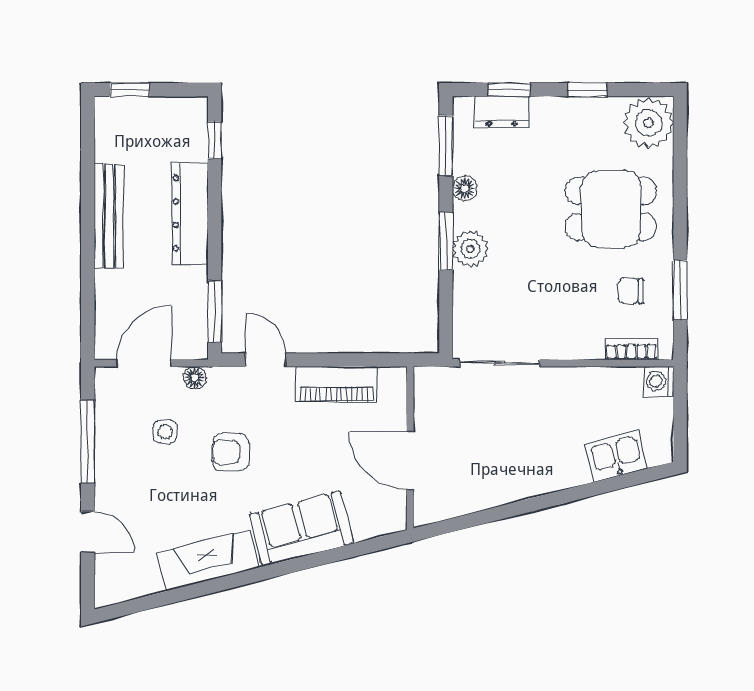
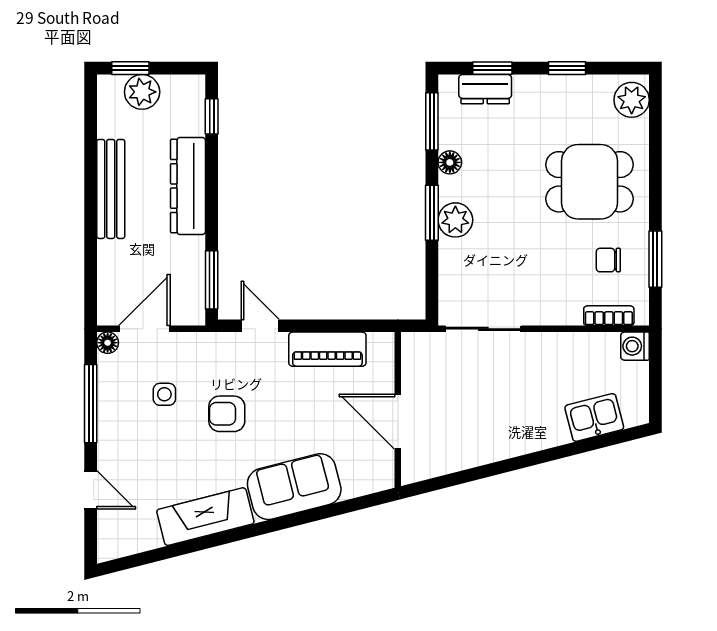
plant: (142, 115) -> (142, 92), added
plant: (649, 123) -> (632, 100), width x0.73, depth x0.73
floor lamp: (195, 378) -> (108, 343), moved

